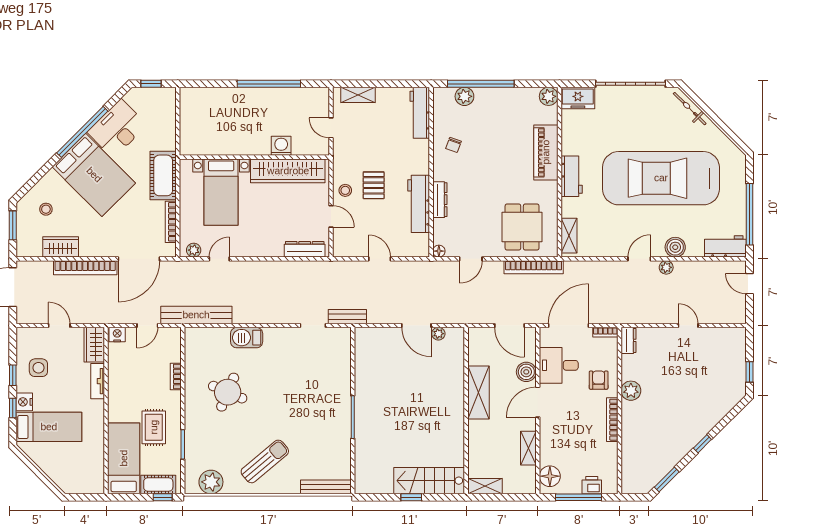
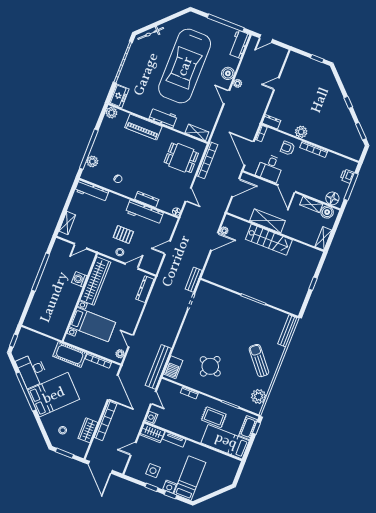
barbecue: (247, 338) -> (173, 367), moved
boiler: (526, 372) -> (327, 212), moved
stairs: (429, 481) -> (269, 240), moved, turned -90

